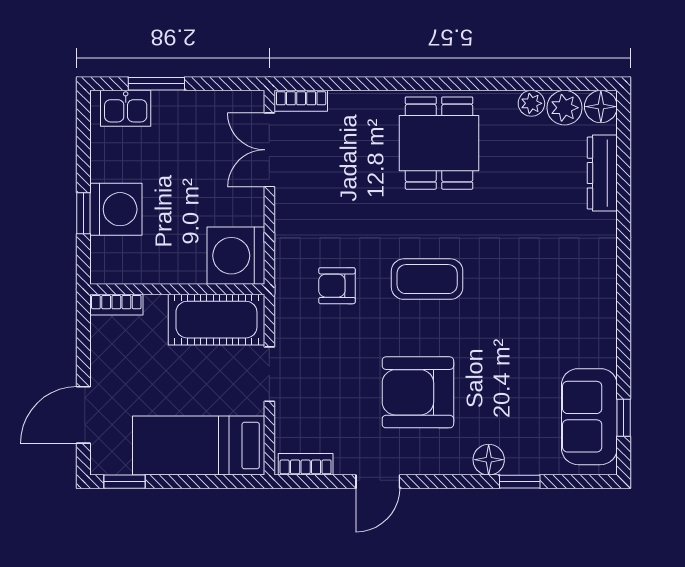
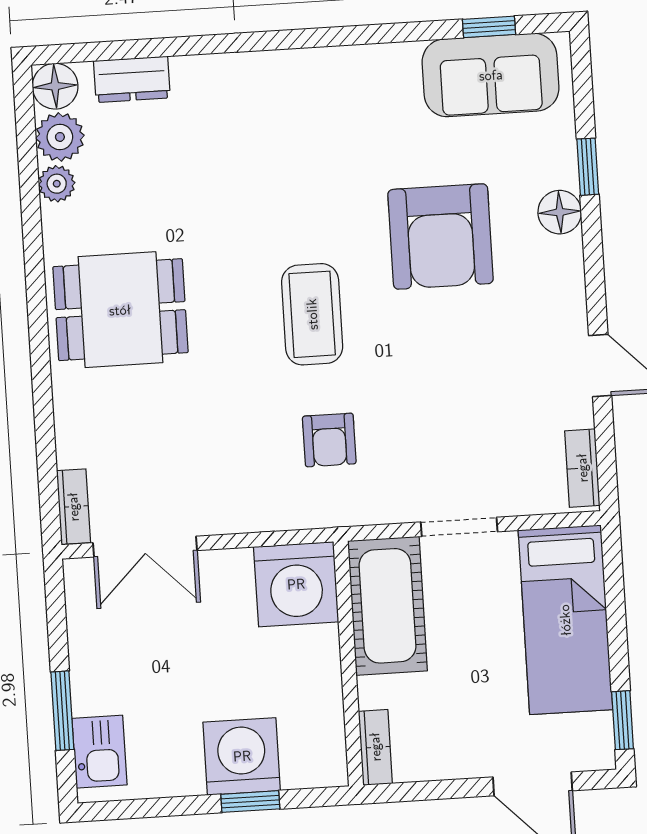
dresser: (602, 173) -> (132, 79), width x0.70
armchair: (418, 392) -> (441, 237), moved

